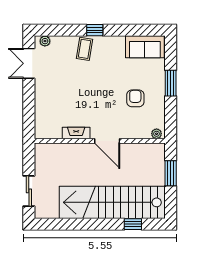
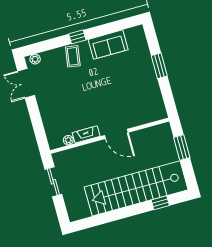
sofa: (145, 47) -> (108, 45), moved
armchair: (135, 98) -> (131, 88), removed
plant: (157, 134) -> (68, 140), moved
sliding door: (29, 191) -> (53, 182), moved

